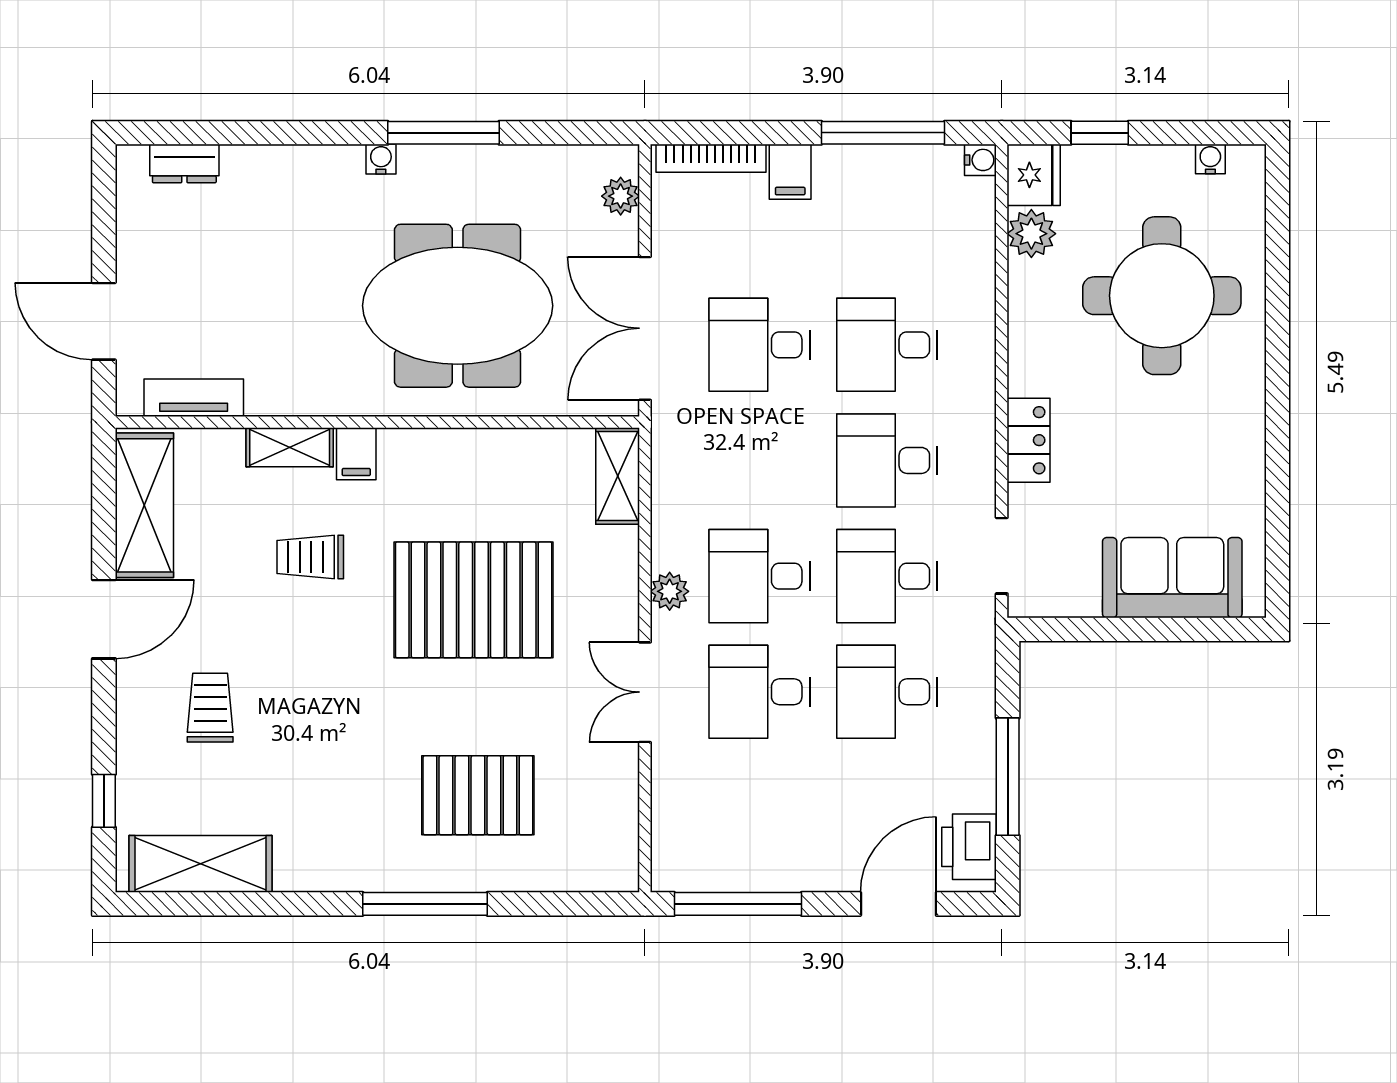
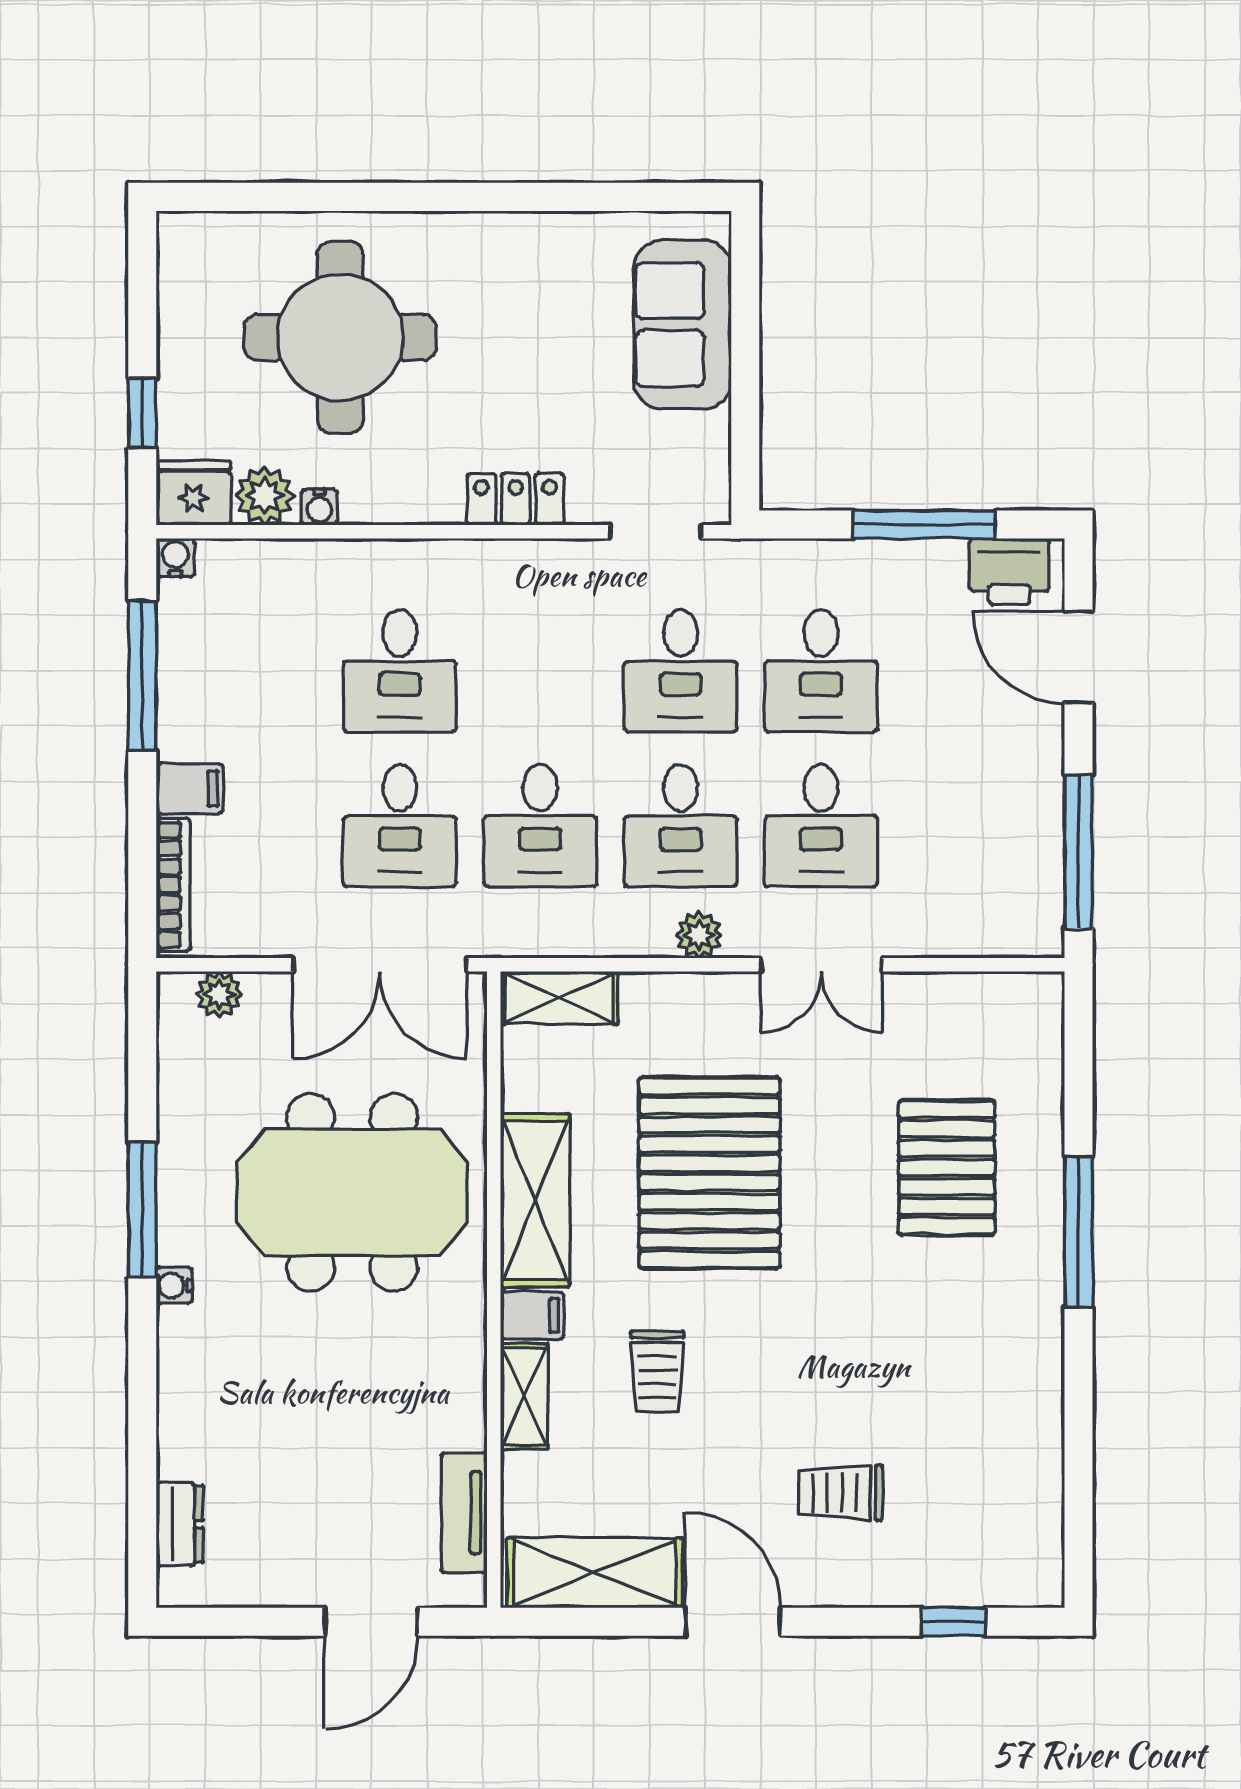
water cooler: (1210, 159) -> (319, 507), moved, turned -90
meeting table: (458, 306) -> (352, 1192), turned 90
desk: (887, 460) -> (540, 826), moved
shelving: (200, 864) -> (535, 1200), moved

